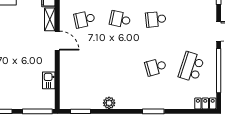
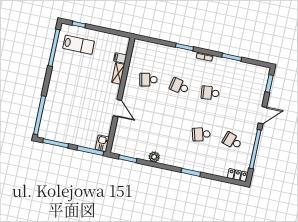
door: (57, 41) -> (117, 108), moved
school desk: (191, 67) -> (232, 141), width x0.54
kitchen sink: (49, 80) -> (102, 143), moved

